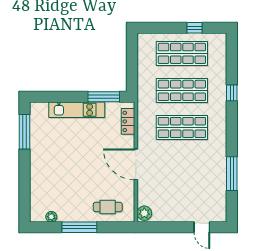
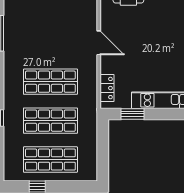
window: (104, 97) -> (132, 114), width x0.69
door: (136, 164) -> (99, 43), width x0.73

